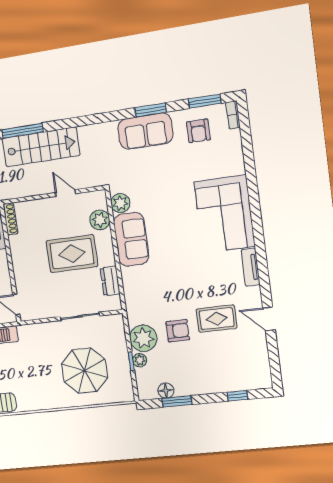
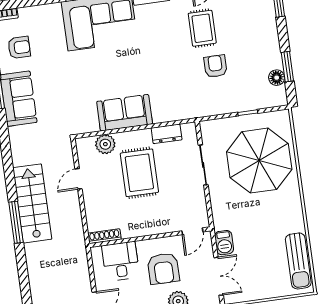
plant: (120, 203) -> (89, 123), removed
plant: (143, 338) -> (224, 100), removed
plant: (140, 360) -> (246, 104), removed
parasol: (84, 371) -> (259, 161), width x1.36, depth x1.36

